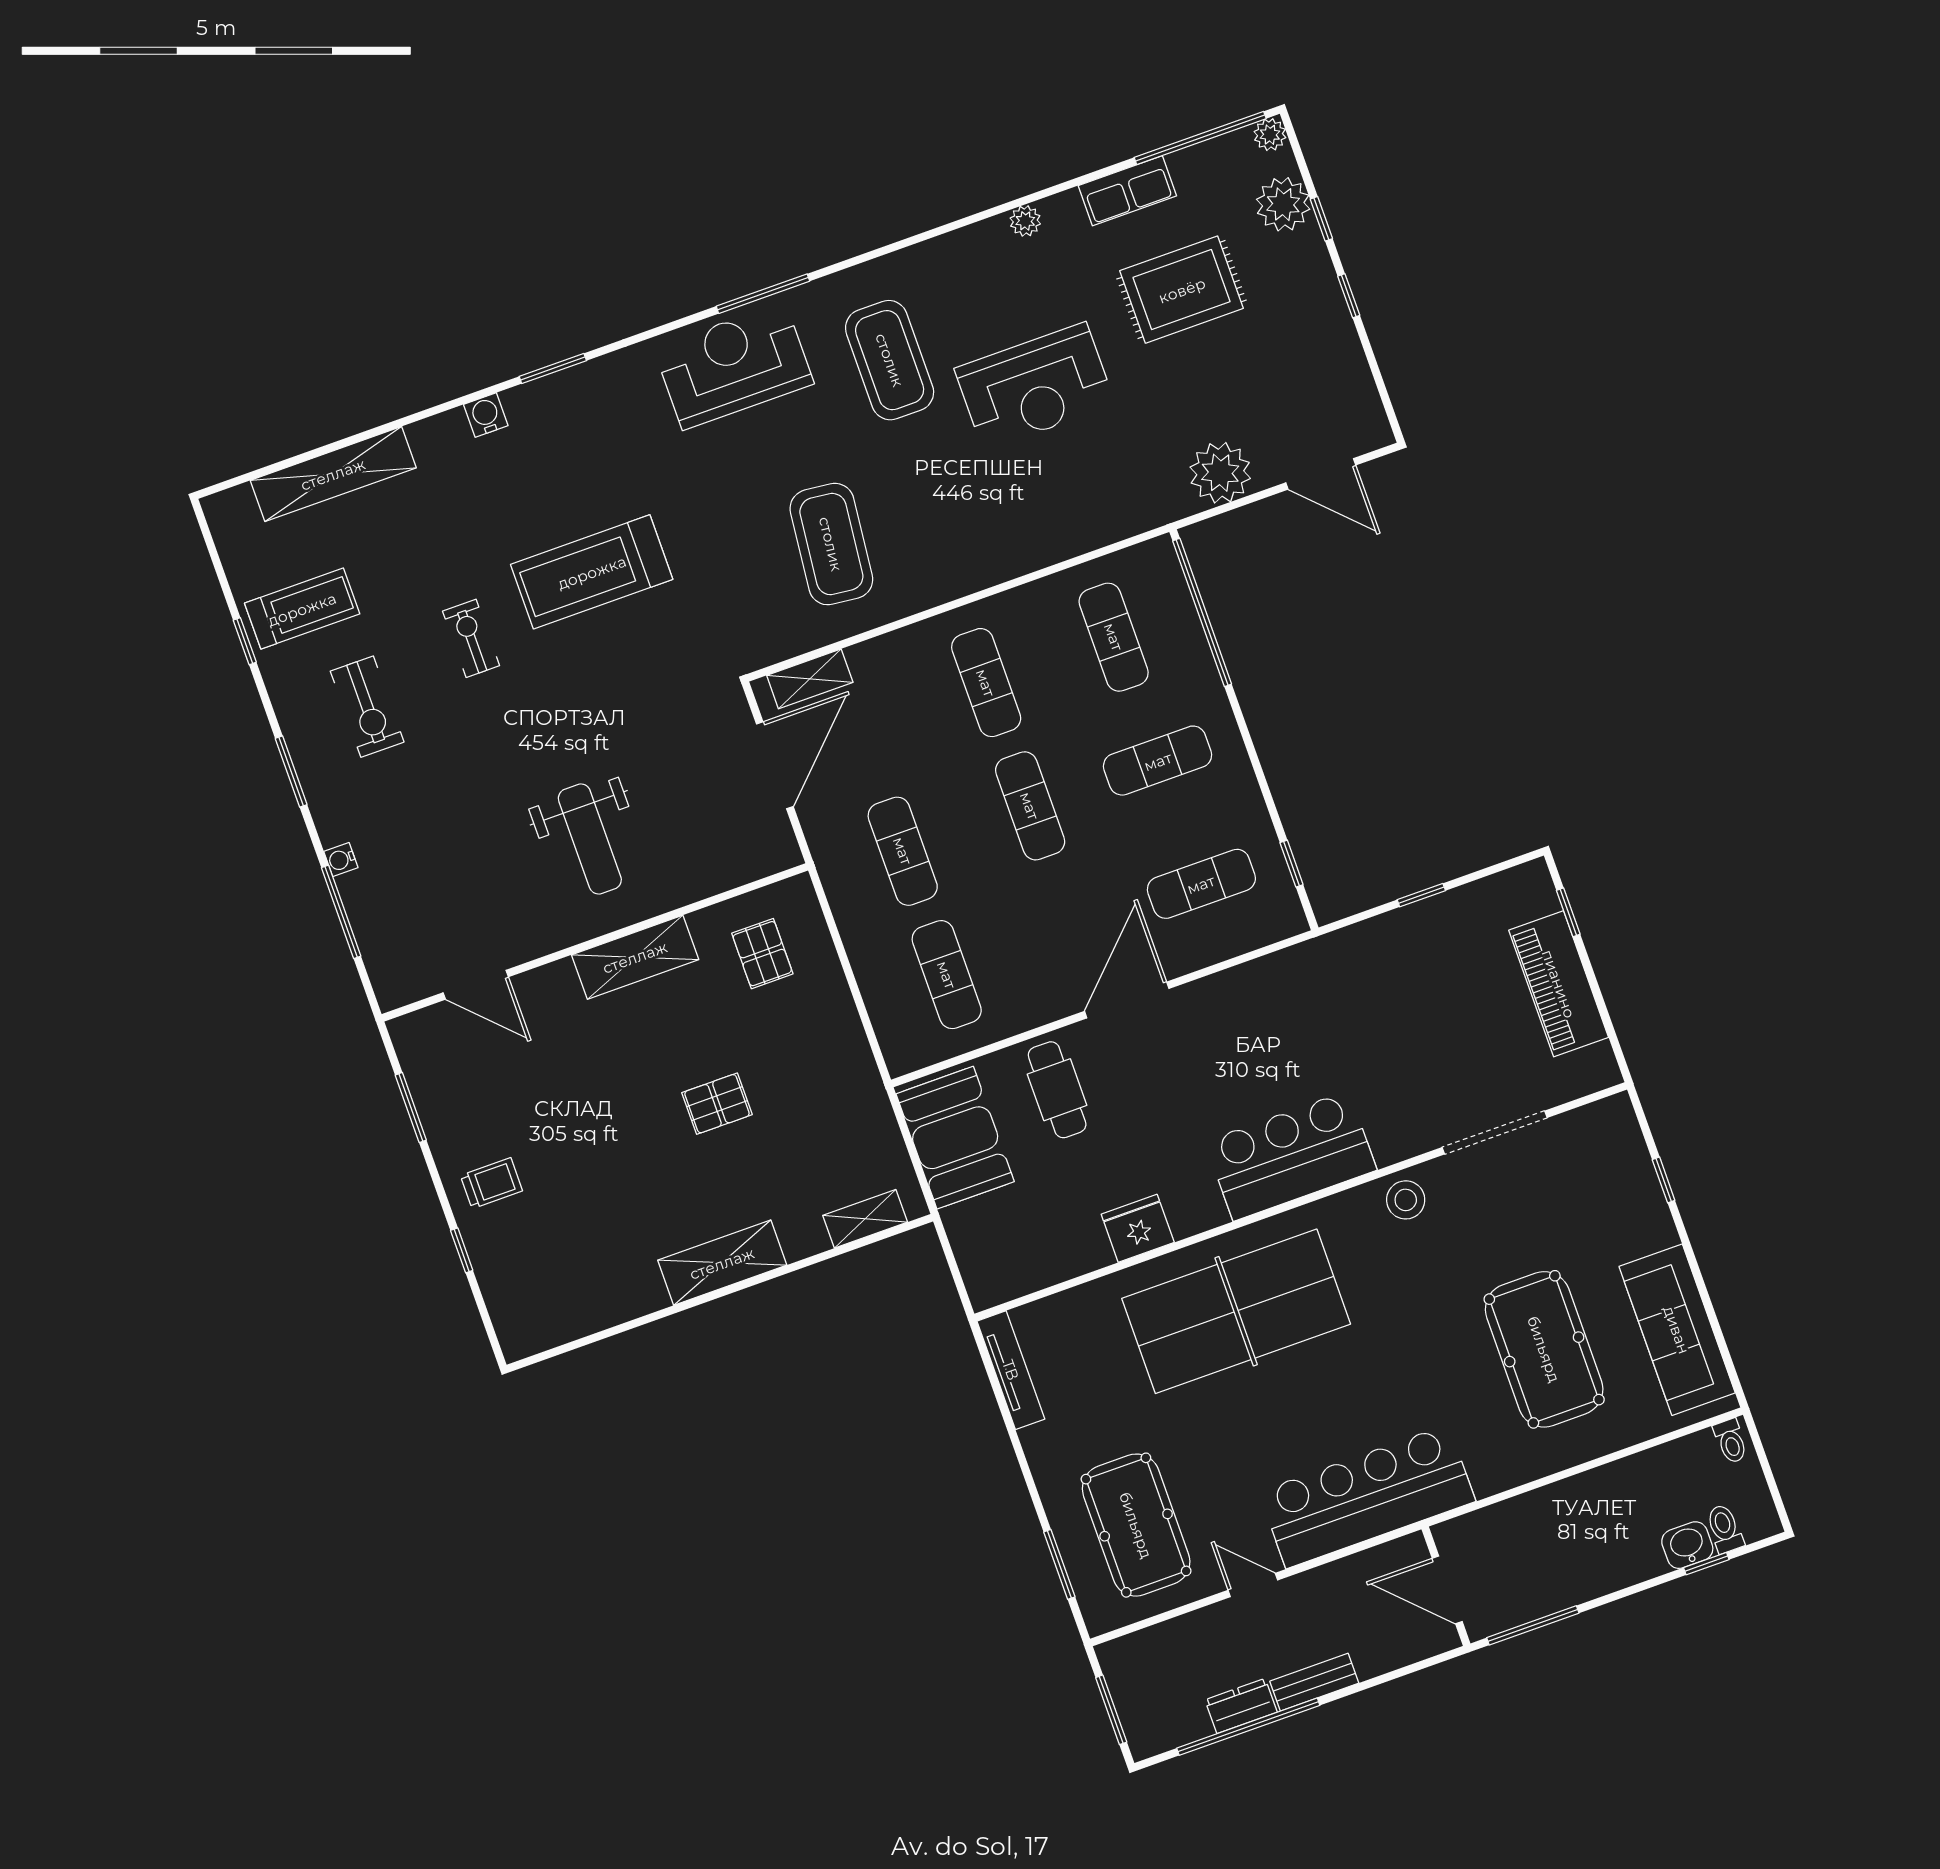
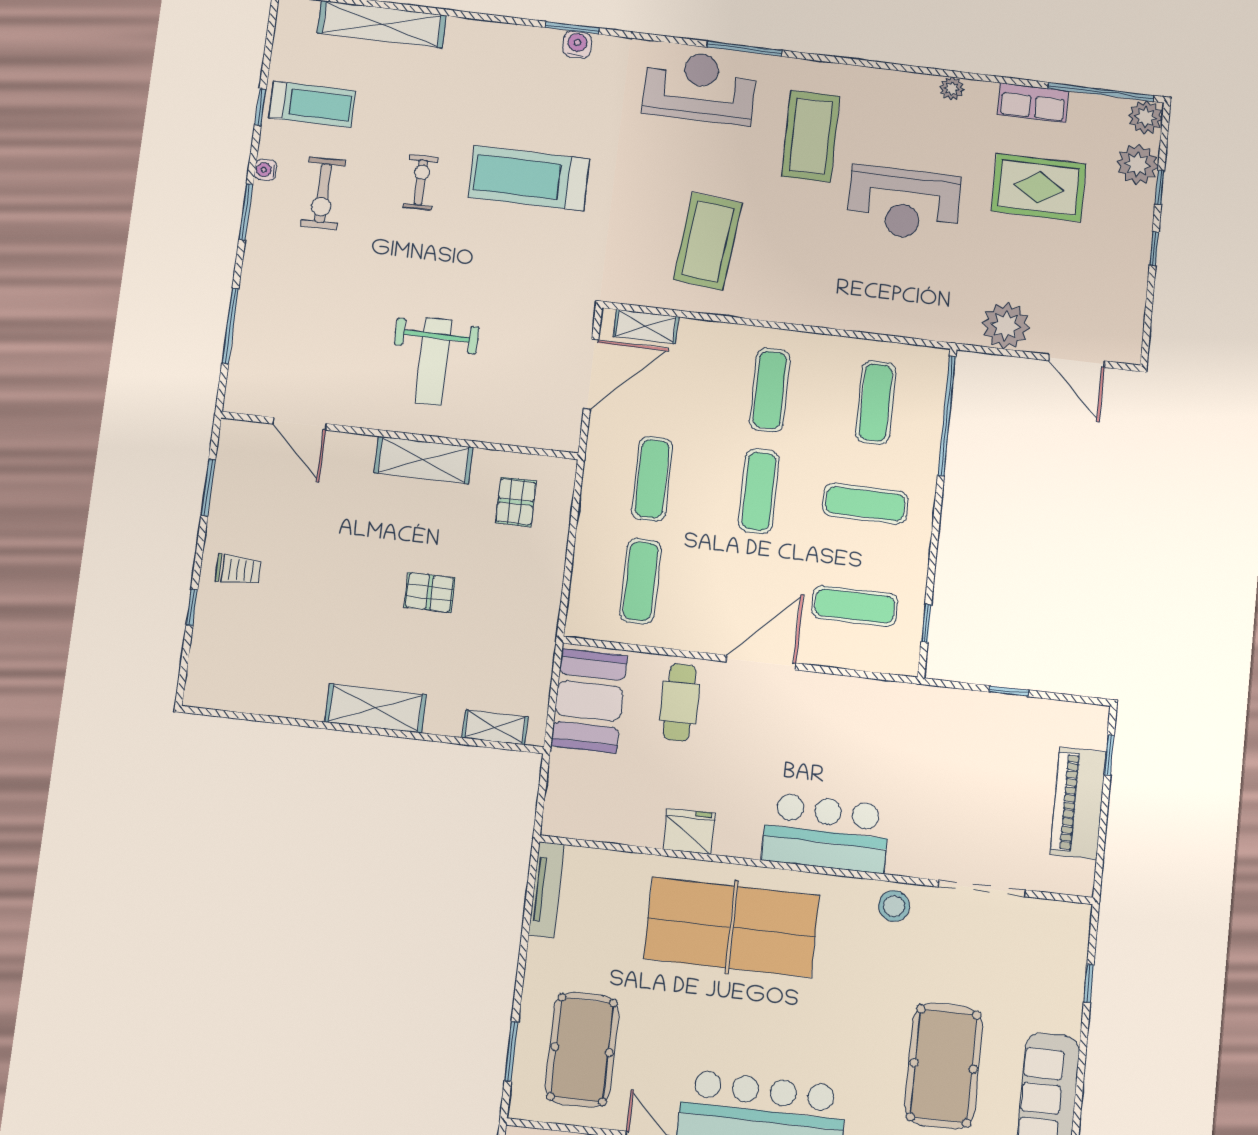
plant: (1270, 135) -> (1145, 117), width x1.38, depth x1.38
water cooler: (486, 415) -> (577, 45), moved
water cooler: (341, 860) -> (265, 170), moved

